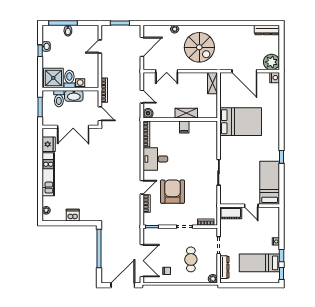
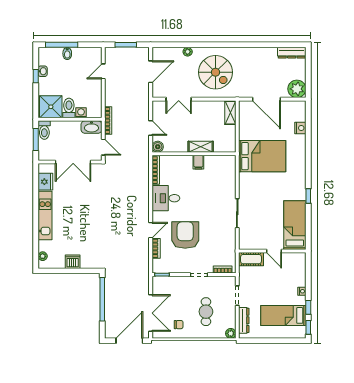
nightstand: (275, 78) -> (300, 128), moved
washbasin: (74, 96) -> (91, 127), moved
toilet: (59, 99) -> (44, 130), moved

